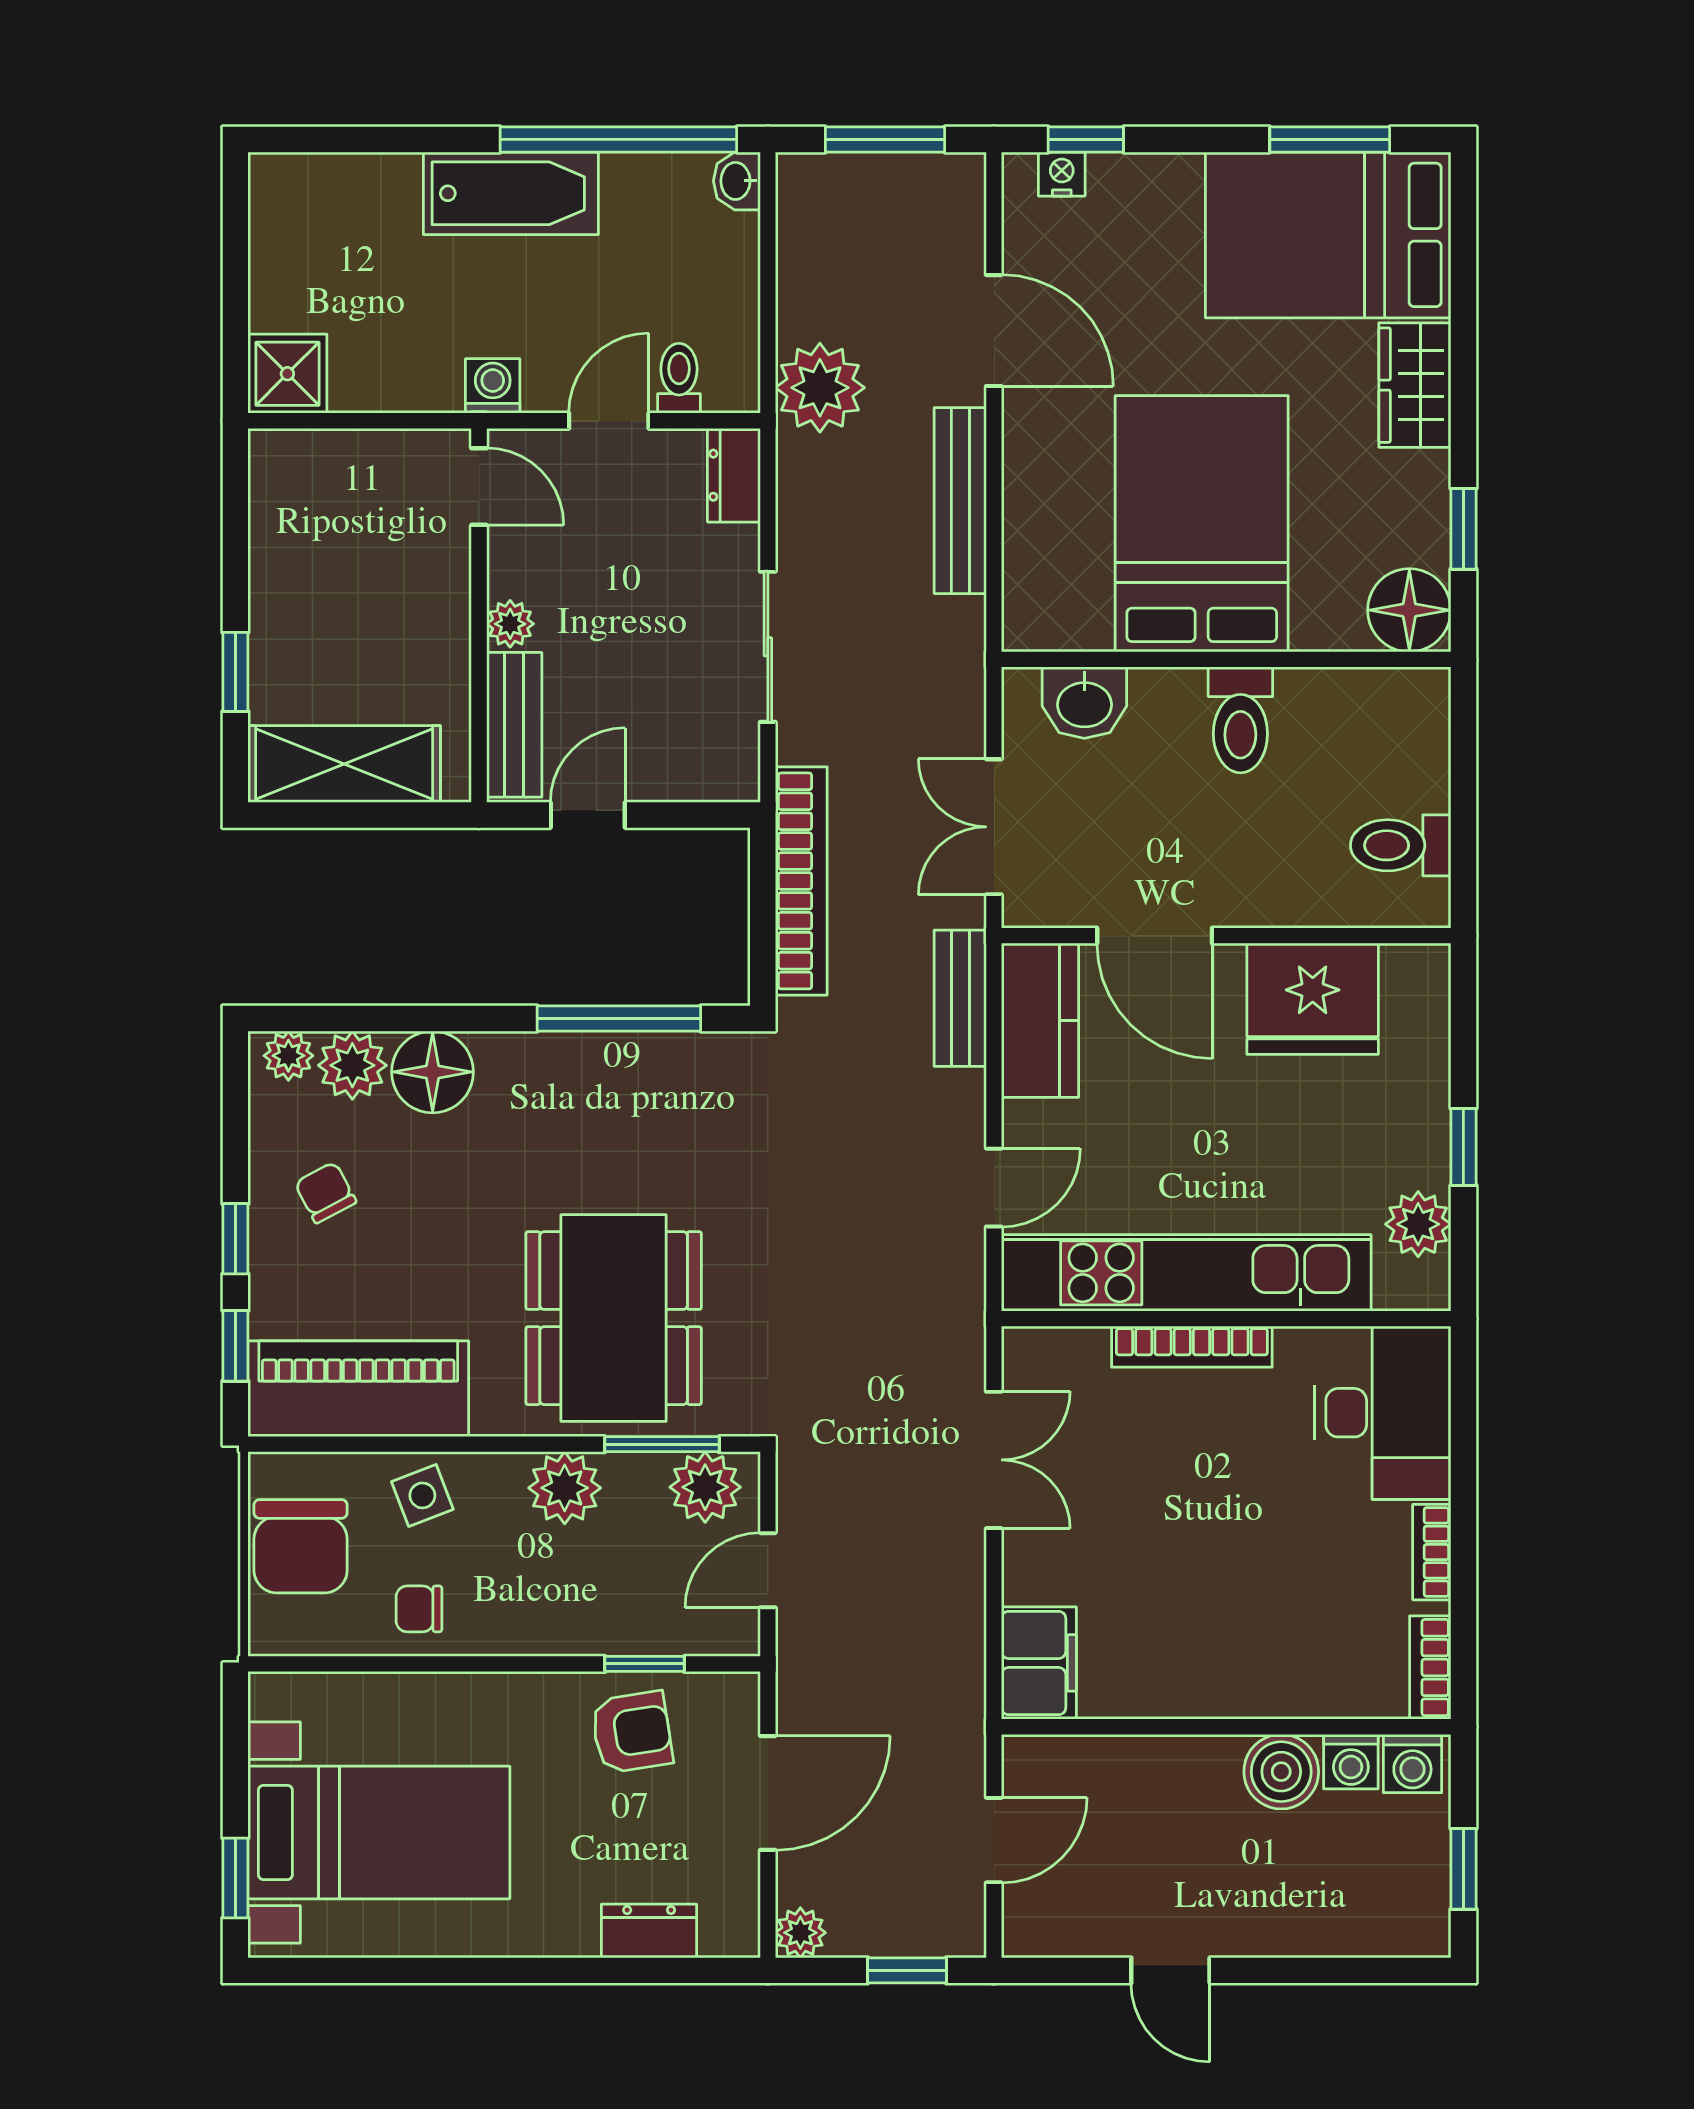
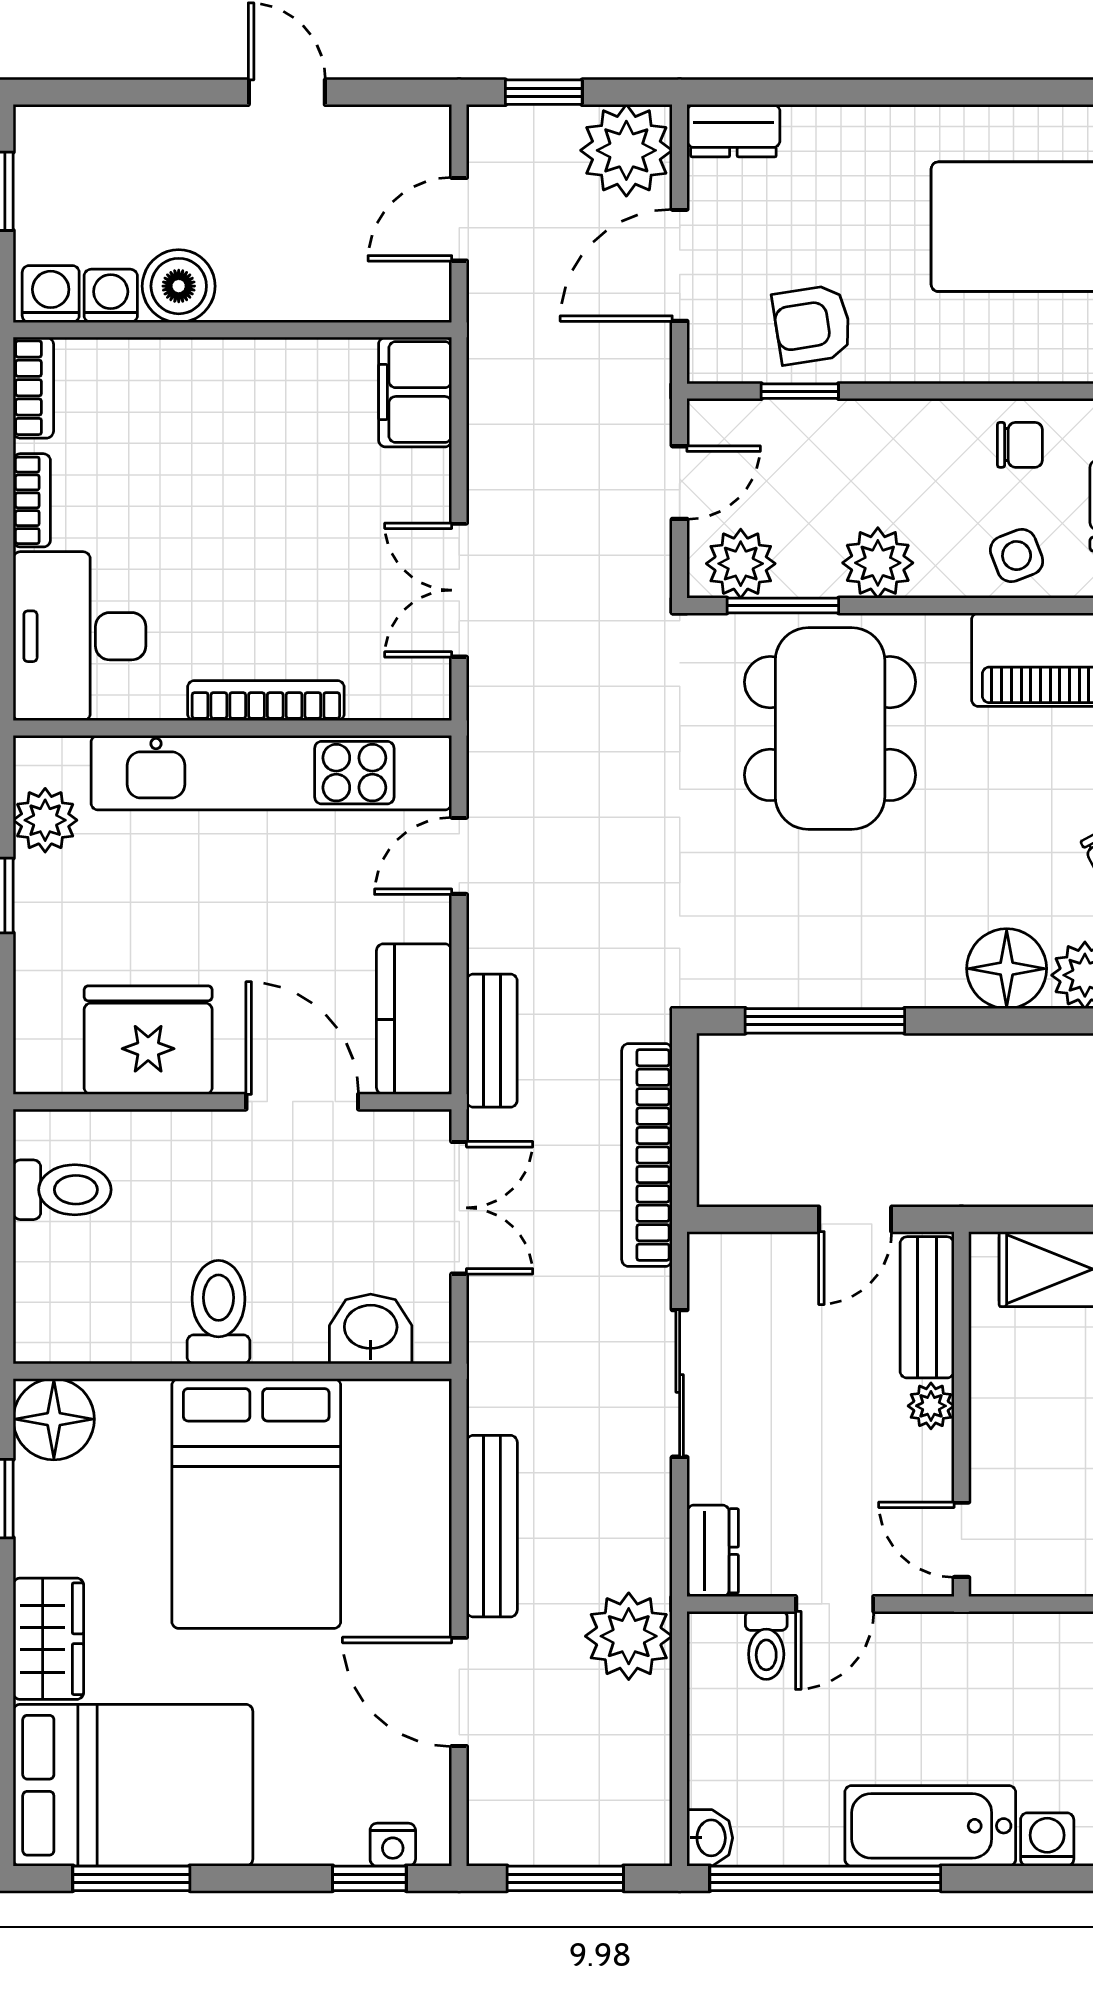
washing machine: (493, 386) -> (1047, 1839), moved, turned 180
dresser: (649, 1931) -> (733, 131), moved
plant: (800, 1933) -> (626, 150), width x1.88, depth x1.88

